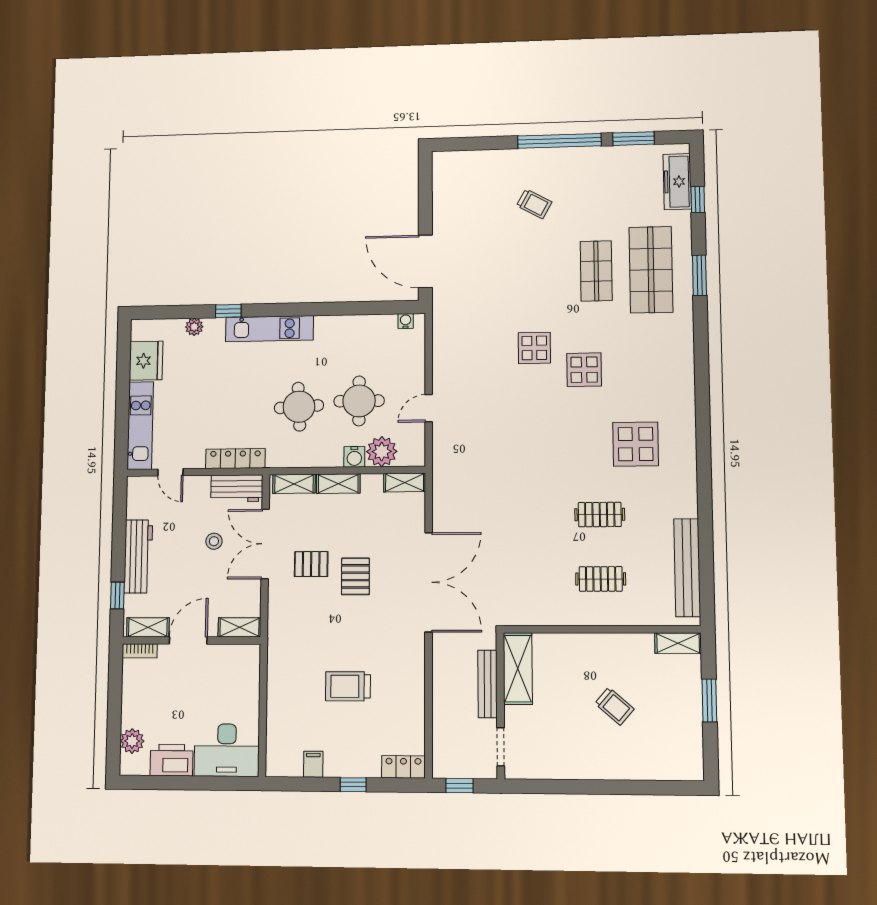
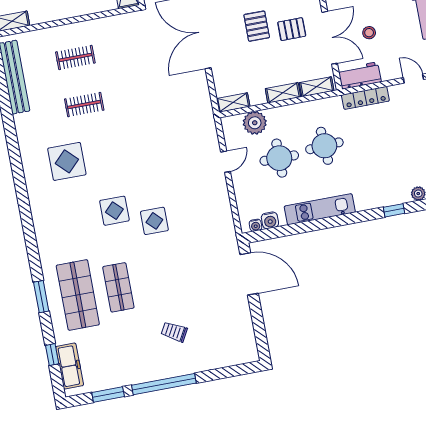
kitchen unit: (269, 329) -> (320, 209), moved
water cooler: (354, 457) -> (270, 220), moved, turned 180

